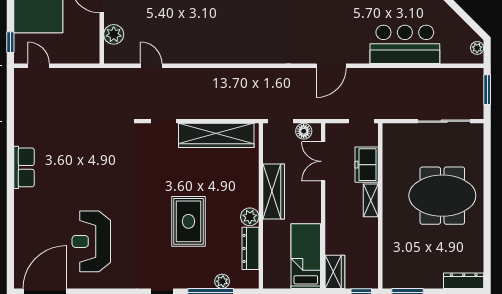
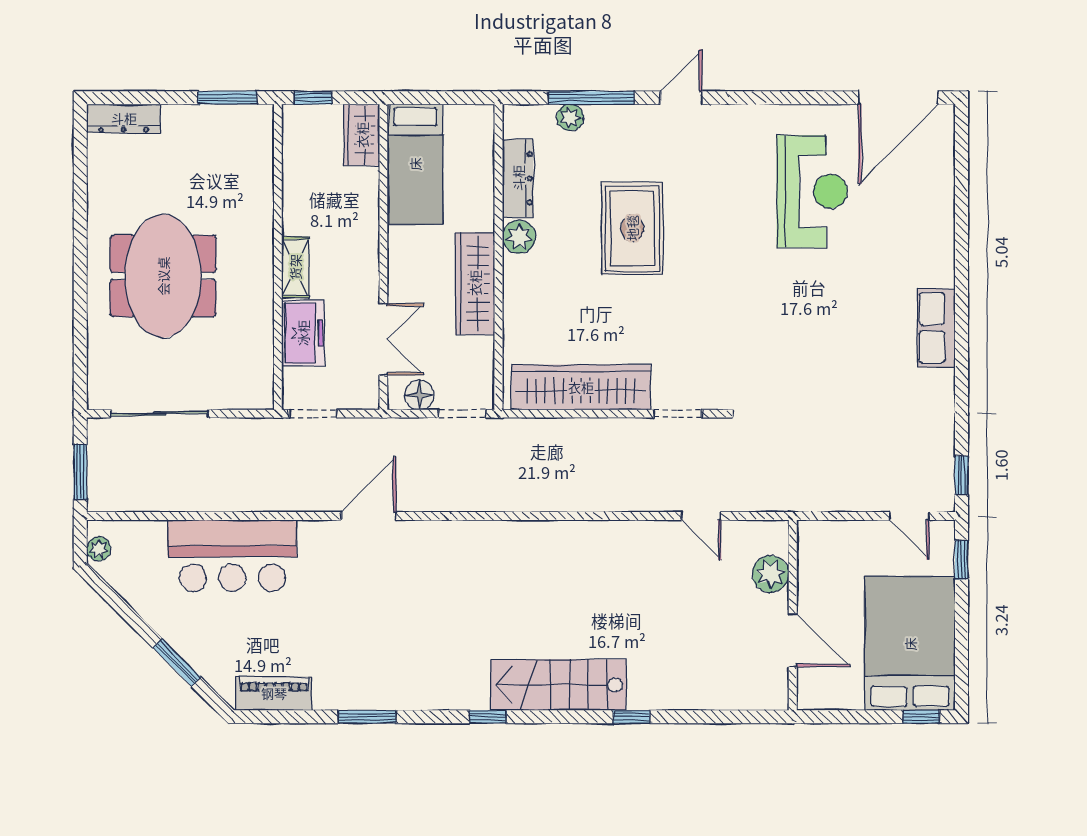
window: (10, 88) -> (962, 475), added
meeting table: (442, 196) -> (163, 276), turned 90

